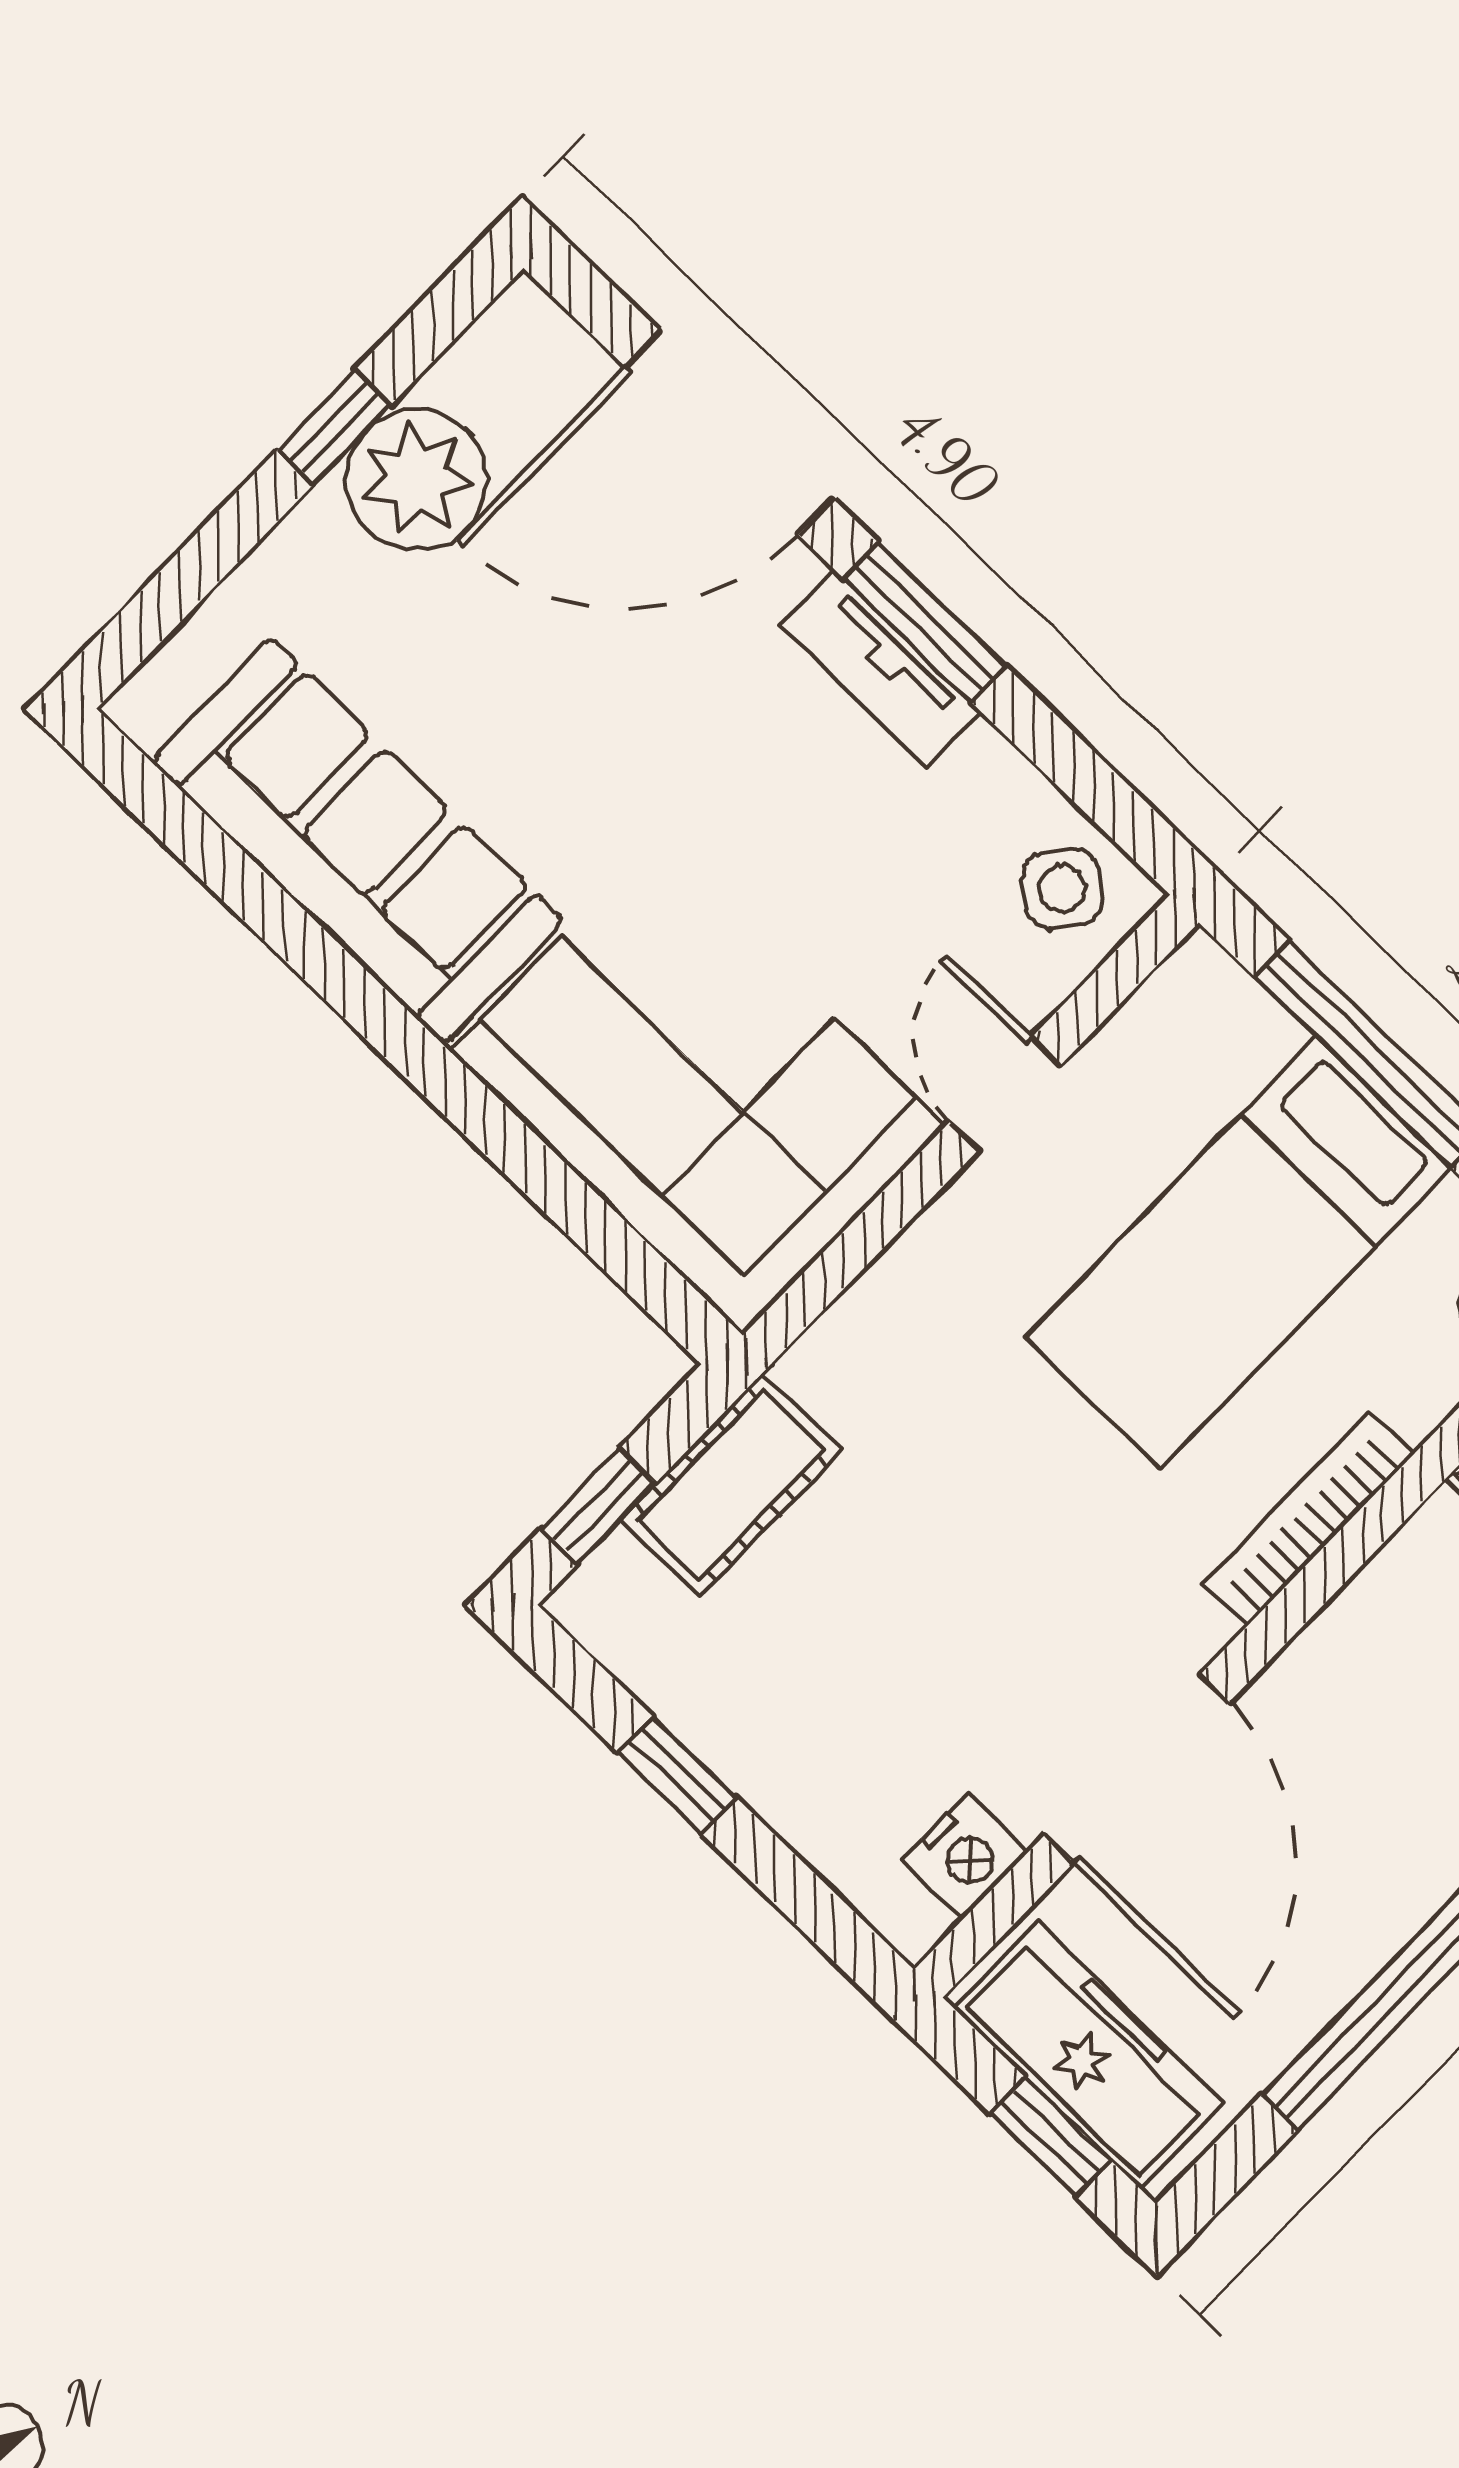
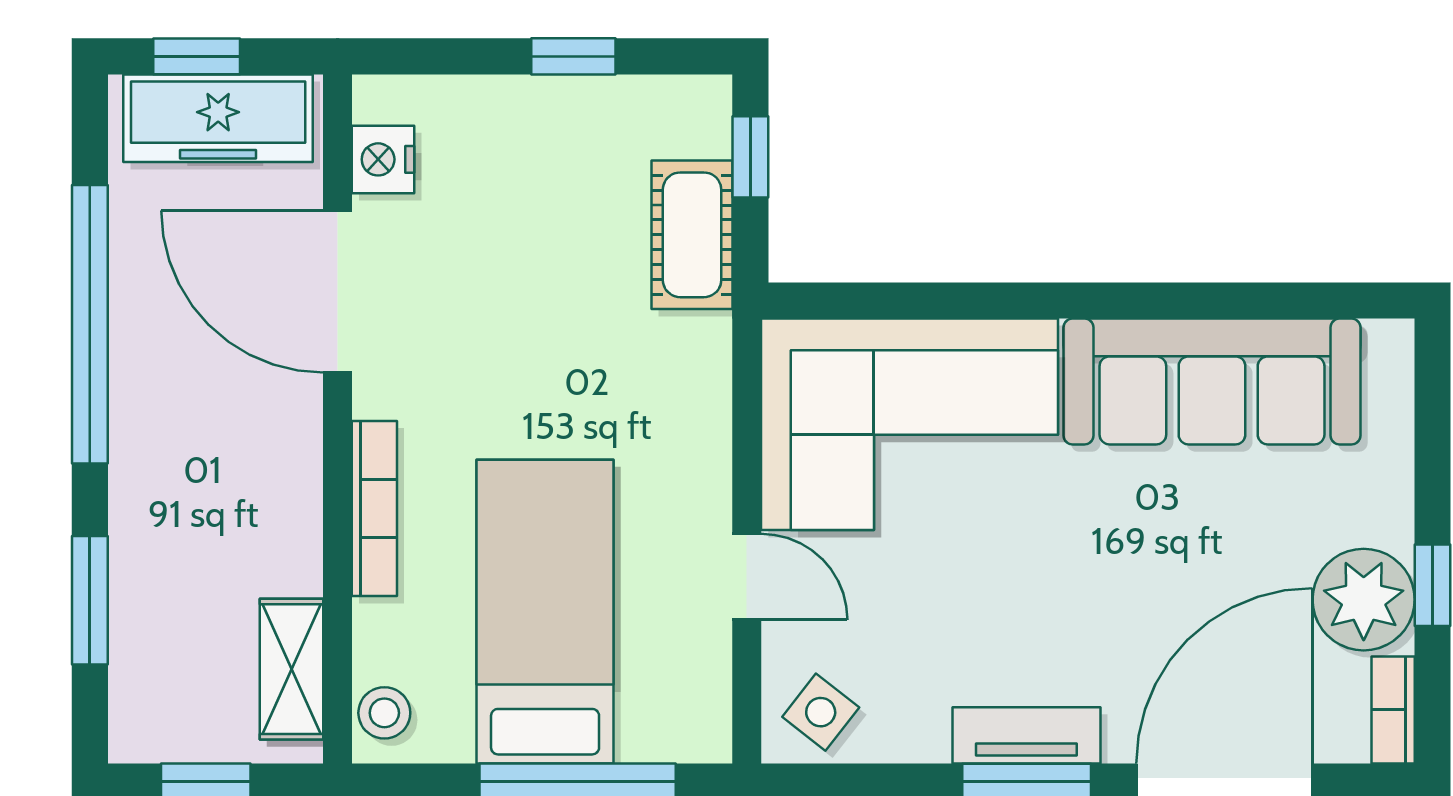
bookcase: (493, 342) -> (1393, 710), added

